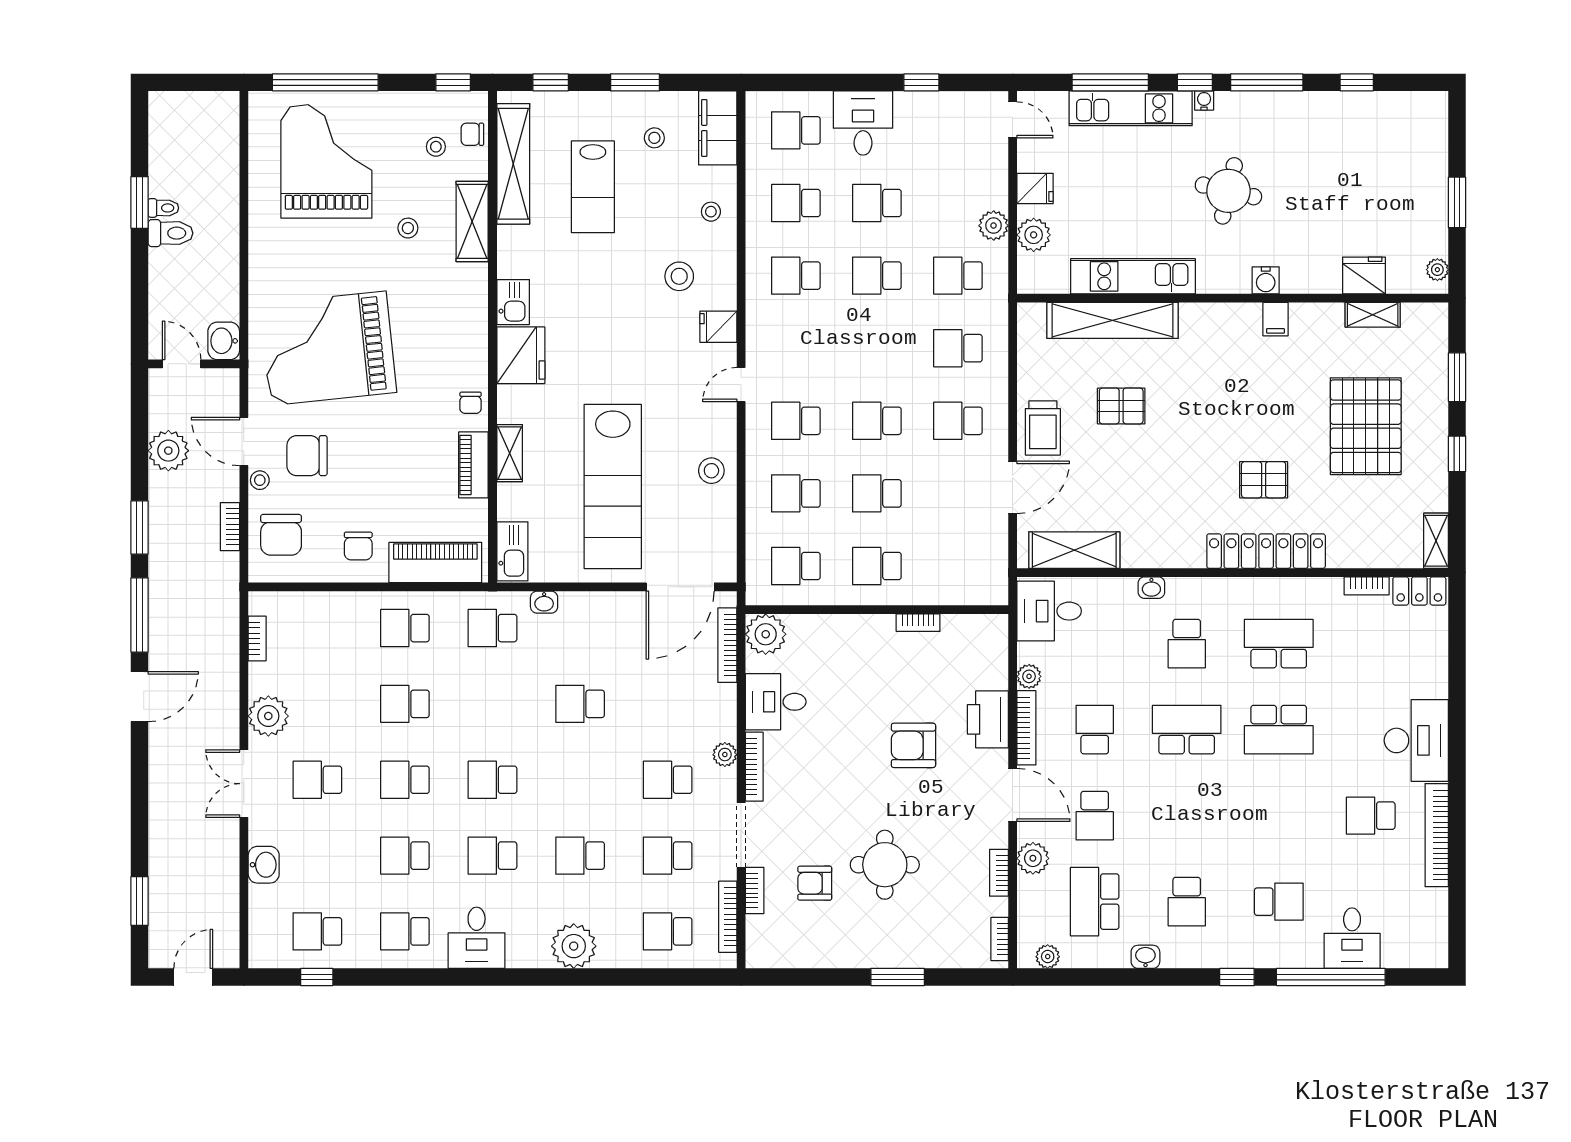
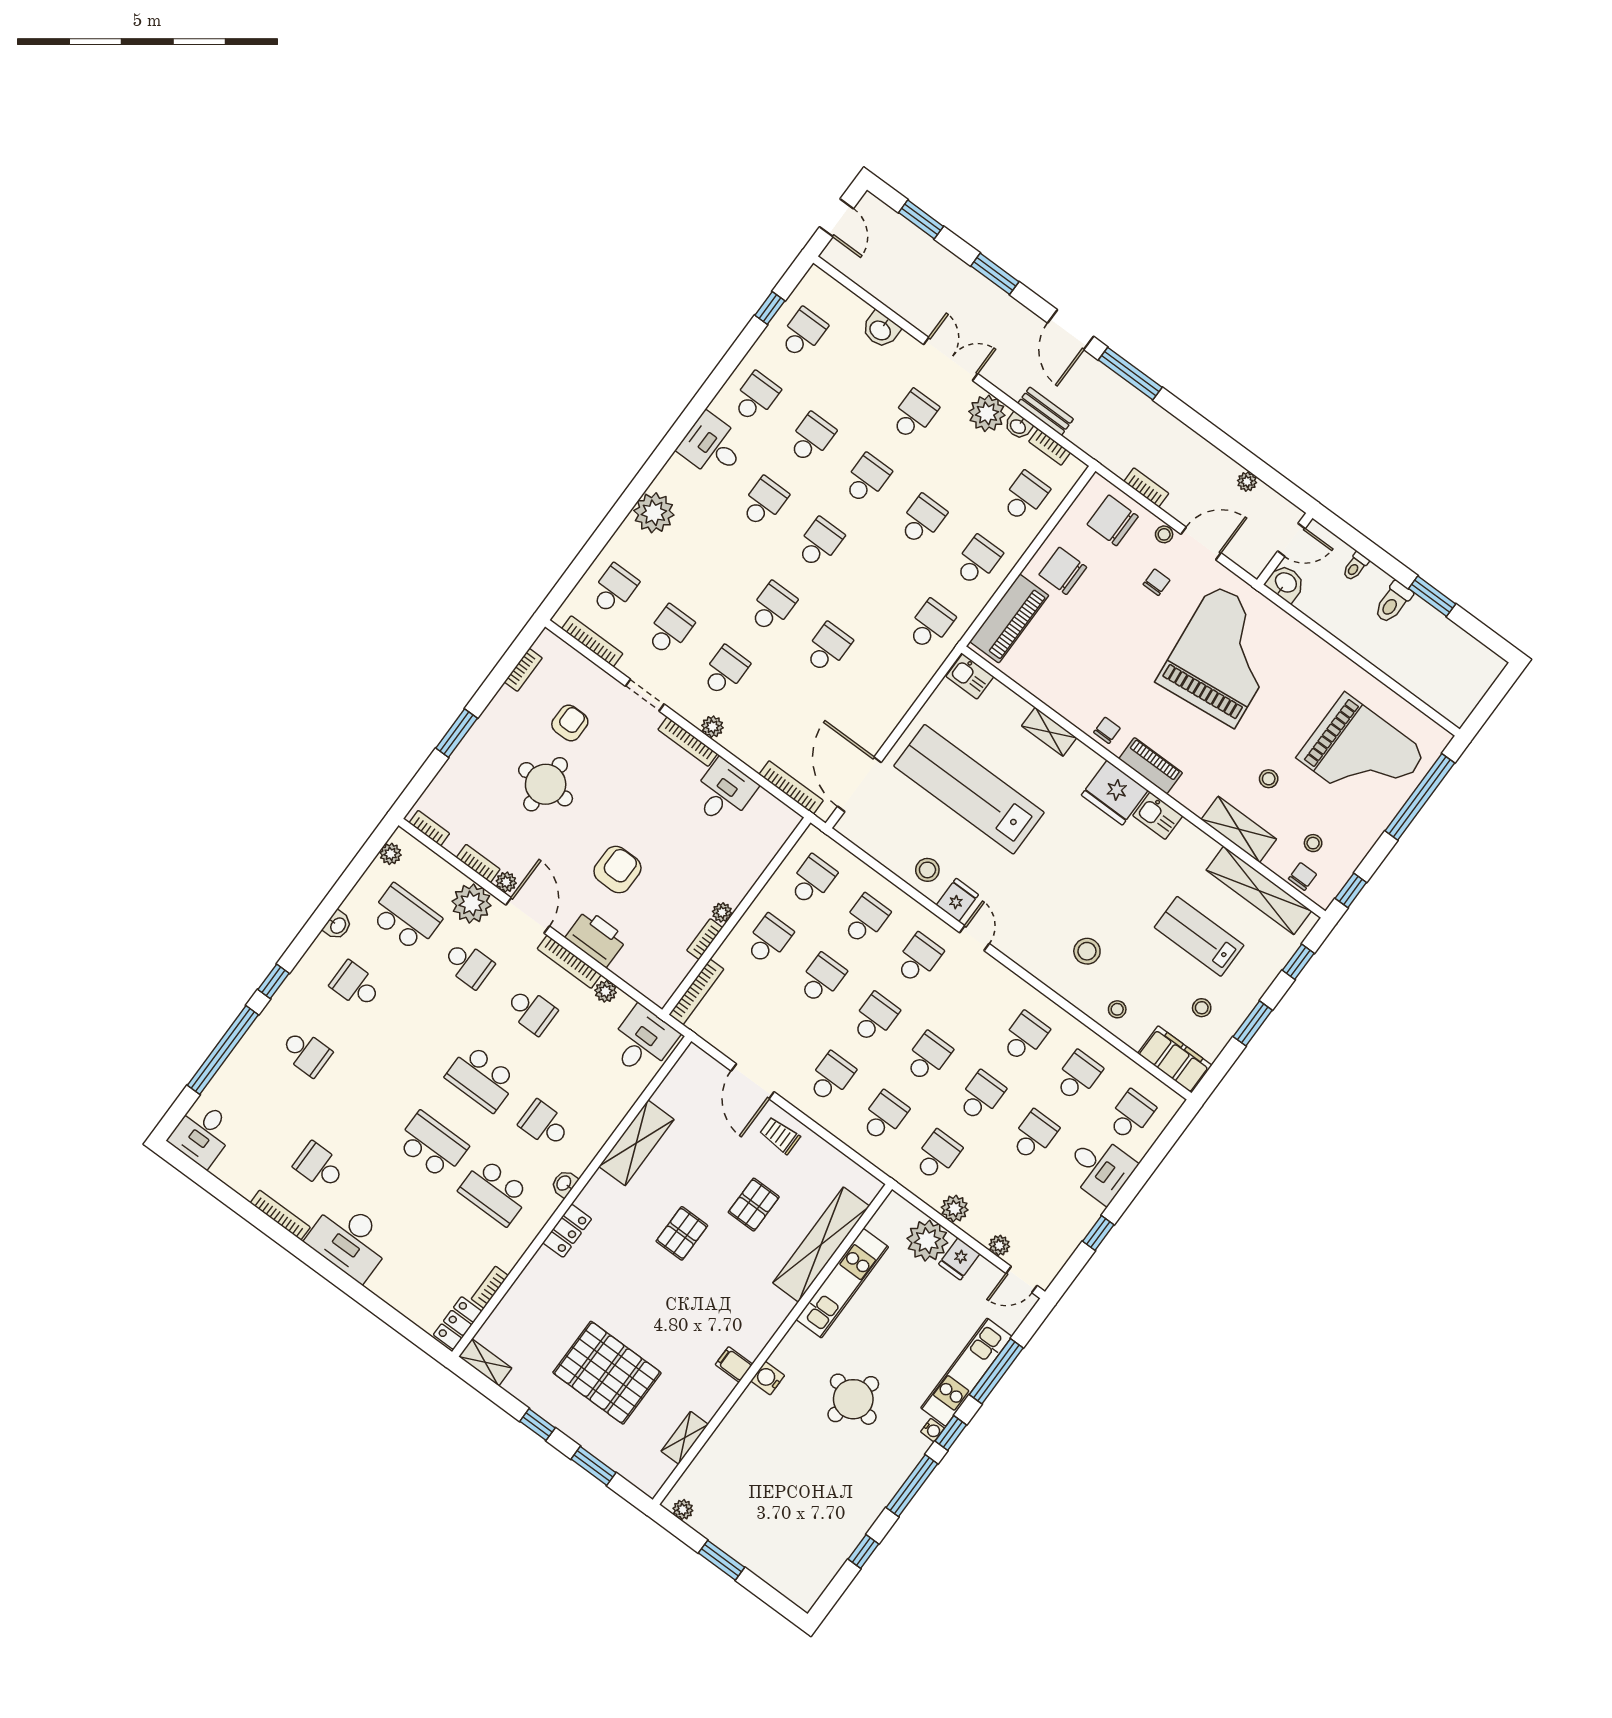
plant: (997, 162) -> (999, 1245), added
toilet: (163, 208) -> (1355, 566), moved
plant: (1034, 235) -> (927, 1241), width x1.36, depth x1.36
fridge: (1364, 275) -> (718, 1453), removed
fridge: (718, 327) -> (957, 900), moved
school desk: (877, 348) -> (928, 1057), added
chair: (471, 403) -> (1107, 730), turned 90
trolley: (1043, 428) -> (780, 1135), width x0.73, depth x0.72
plant: (168, 451) -> (1247, 482), width x0.53, depth x0.53
chair: (307, 456) -> (1157, 582), width x0.54, depth x0.54
piano: (473, 465) -> (1151, 766), moved
pallet: (1264, 480) -> (682, 1233), moved
window: (140, 528) -> (995, 274), moved
chair: (358, 546) -> (1063, 571), width x1.37, depth x1.37
shelving: (1074, 550) -> (636, 1143), moved
kitchen sink: (512, 551) -> (970, 676), width x0.73
locker: (1266, 551) -> (567, 1231), width x0.46, depth x0.83
washbasin: (1151, 588) -> (564, 1183), moved
bookcase: (970, 596) -> (696, 992), added
washbasin: (544, 602) -> (1018, 426), moved, turned -90
school desk: (317, 628) -> (1025, 497), added
plant: (766, 634) -> (722, 912), moved, width x0.53, depth x0.53
school desk: (1279, 644) -> (495, 1192), turned 90
bench: (228, 666) -> (1046, 411), added
school desk: (1187, 730) -> (482, 1078), turned 90
school desk: (1279, 730) -> (432, 1145), turned 90
door: (1013, 795) -> (528, 915), swing flipped
school desk: (1095, 816) -> (468, 964), turned 180
school desk: (1371, 816) -> (319, 1166), turned -90
doorway: (741, 835) -> (645, 695), width x0.73
bookcase: (1437, 835) -> (280, 1215), width x0.68, depth x0.76
plant: (997, 836) -> (506, 882), added
school desk: (580, 856) -> (772, 607), moved
plant: (1033, 858) -> (472, 903), width x1.36, depth x1.36
bookcase: (755, 891) -> (523, 670), moved, turned -90
school desk: (1279, 902) -> (306, 1053), turned -90
desk: (1352, 938) -> (202, 1134), moved, turned -90

